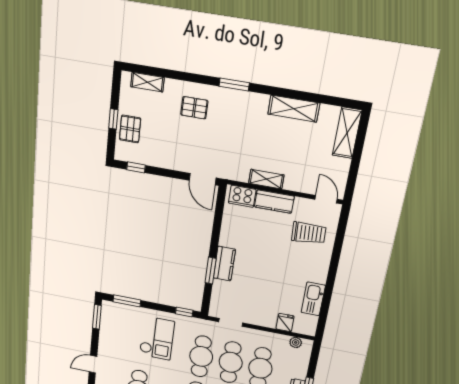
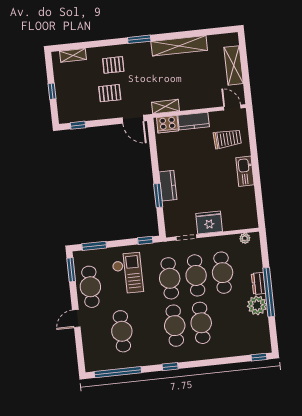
shelving: (294, 109) -> (179, 46), width x1.47
pallet: (130, 129) -> (110, 93), moved, turned 90
shelving: (347, 133) -> (234, 65), moved
shelving: (266, 179) -> (166, 107), moved
kitchen sink: (313, 299) -> (245, 171), moved
fridge: (285, 323) -> (209, 222), moved, width x1.88, depth x1.34
cafe table: (114, 339) -> (90, 287), added

